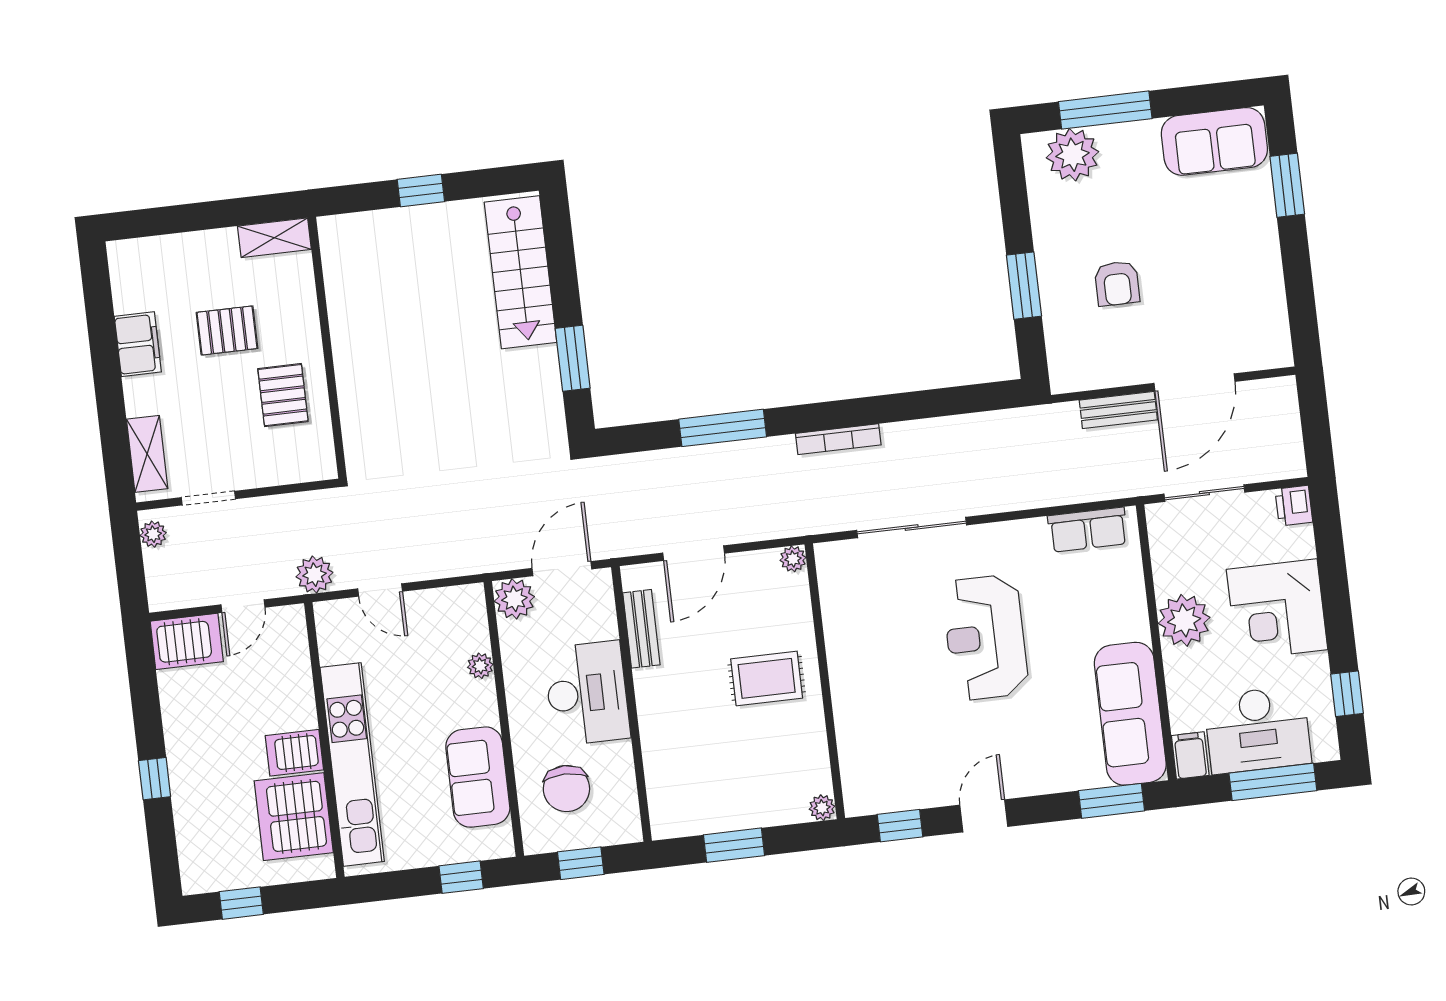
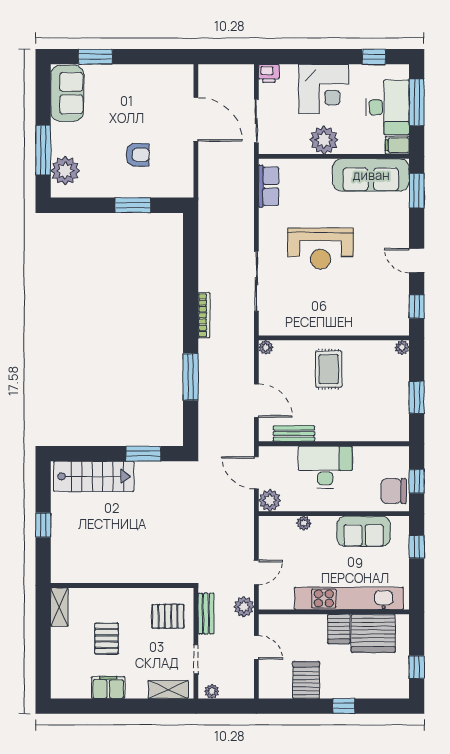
pallet: (283, 395) -> (168, 616), moved
bench: (1118, 410) -> (206, 614), moved
server rack: (187, 641) -> (306, 680), moved
chair: (566, 789) -> (394, 491), moved, turned 180

